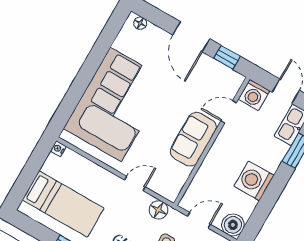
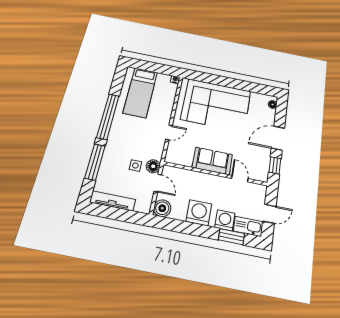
washing machine: (254, 95) -> (225, 220), moved, turned 90
door: (135, 183) -> (169, 132), hinge flipped
floor lamp: (159, 210) -> (153, 166), moved

